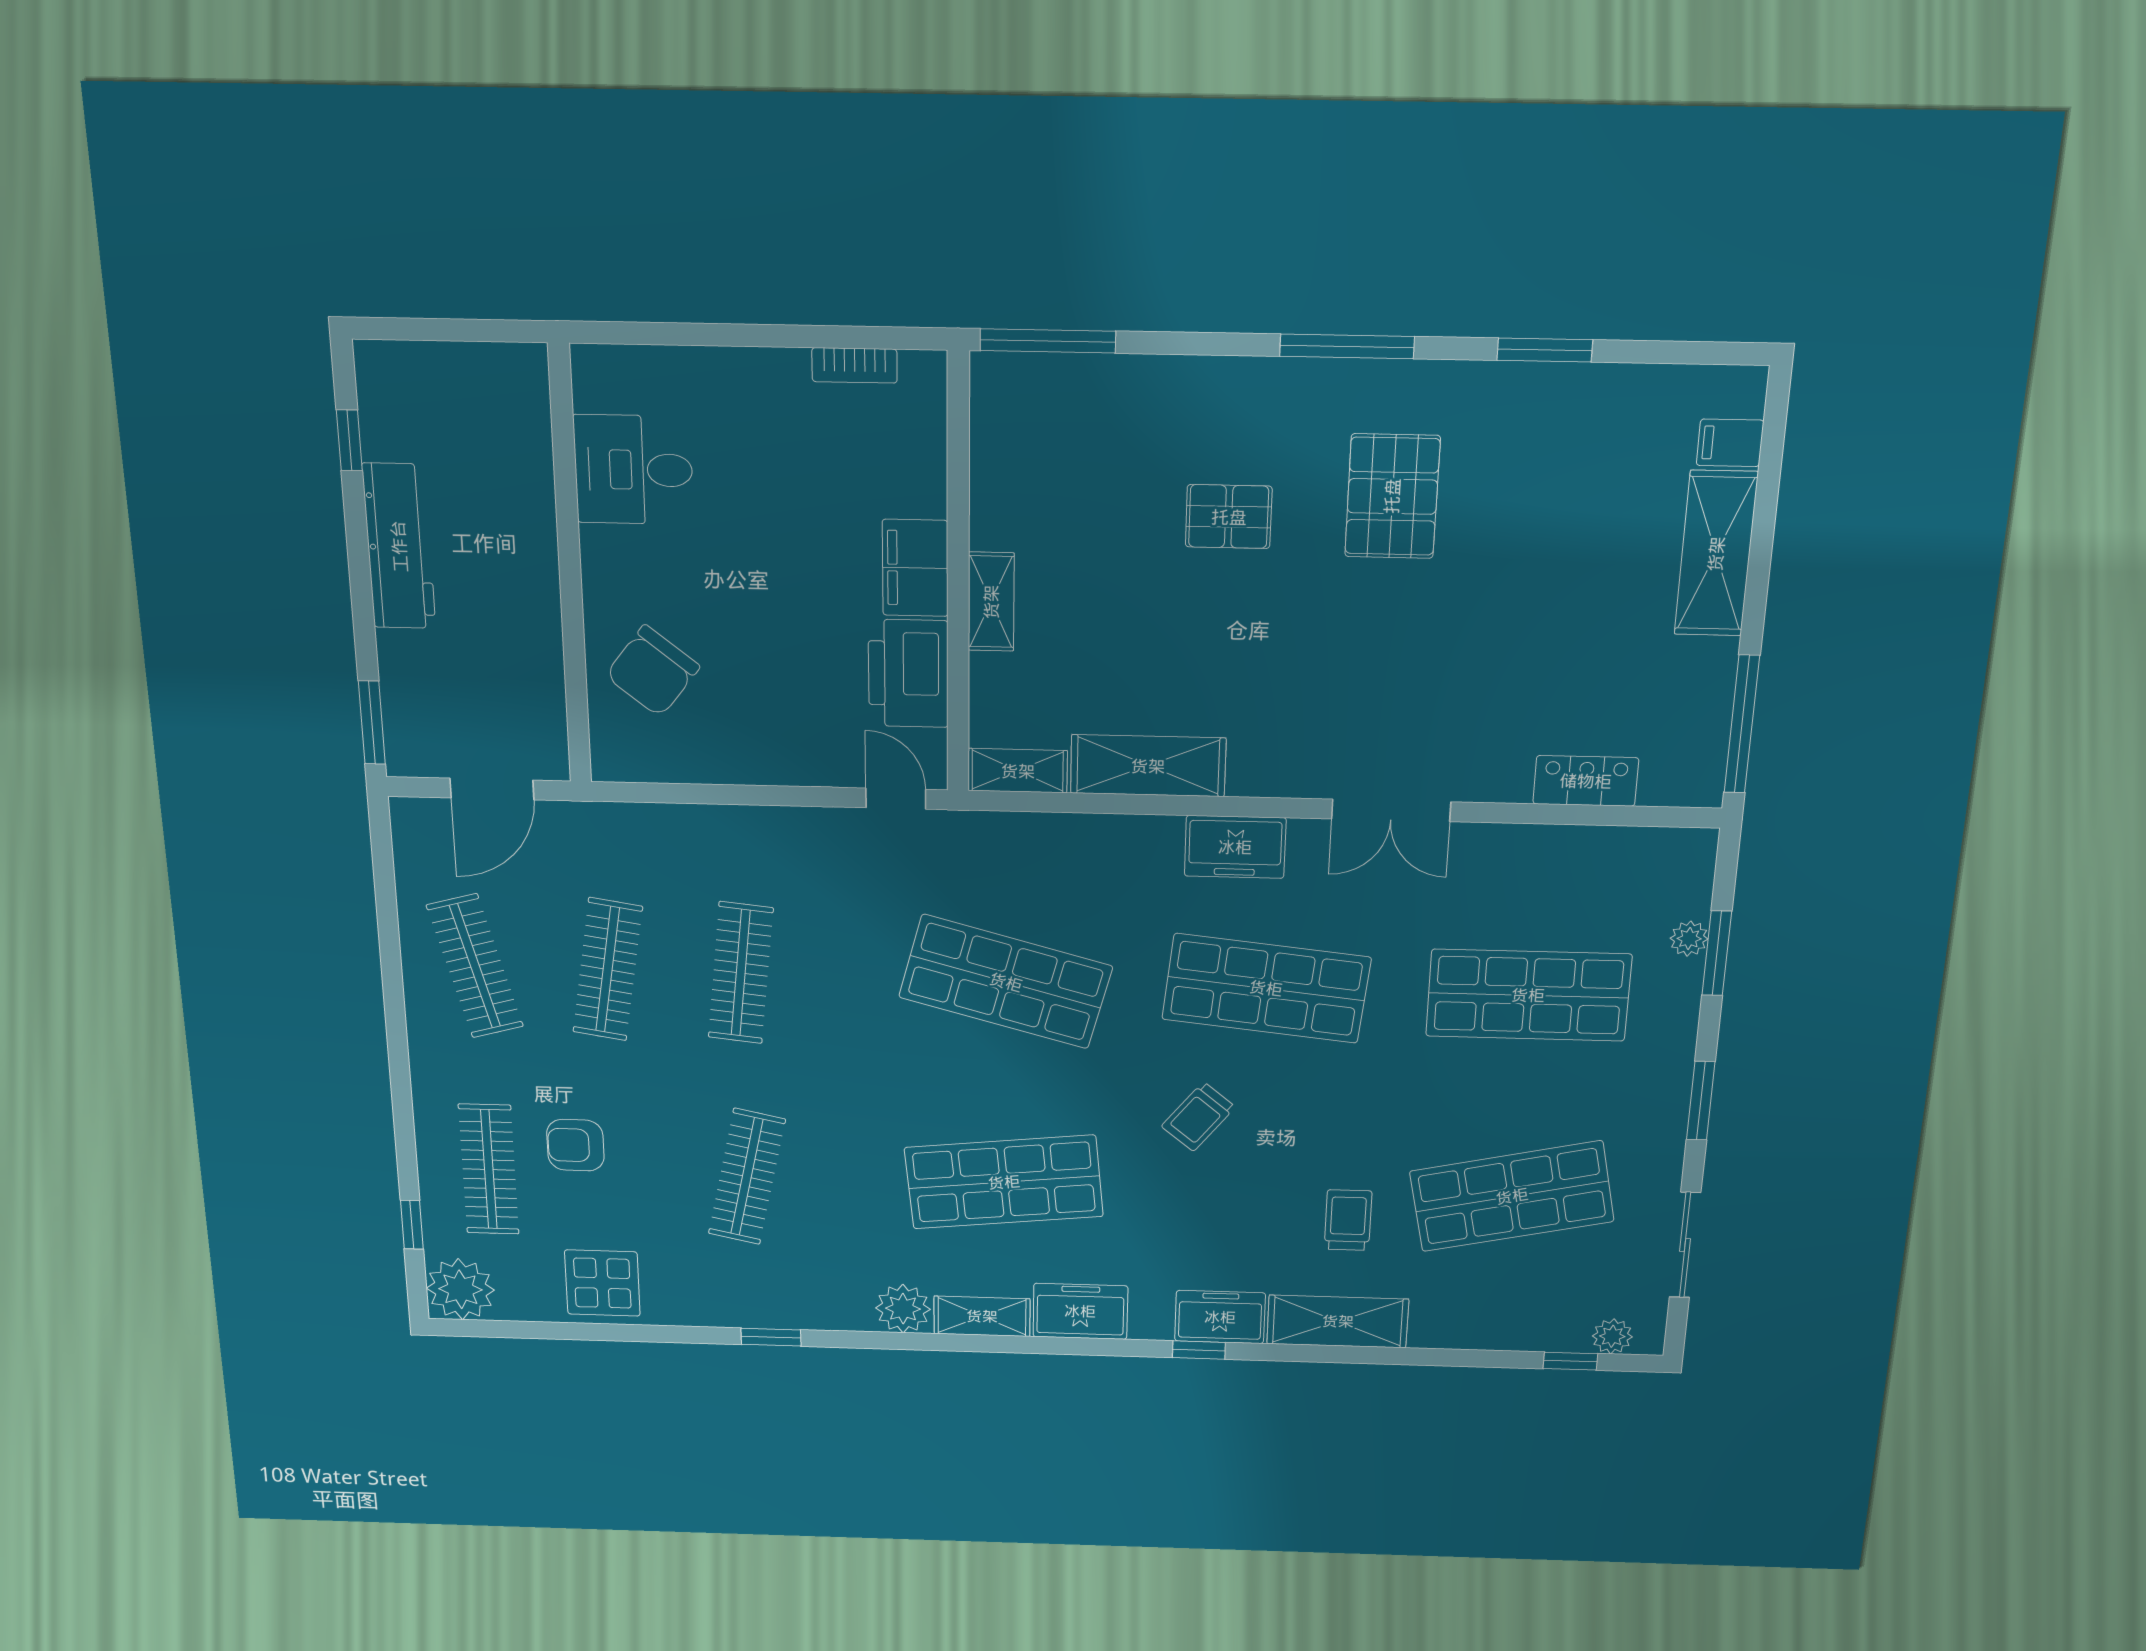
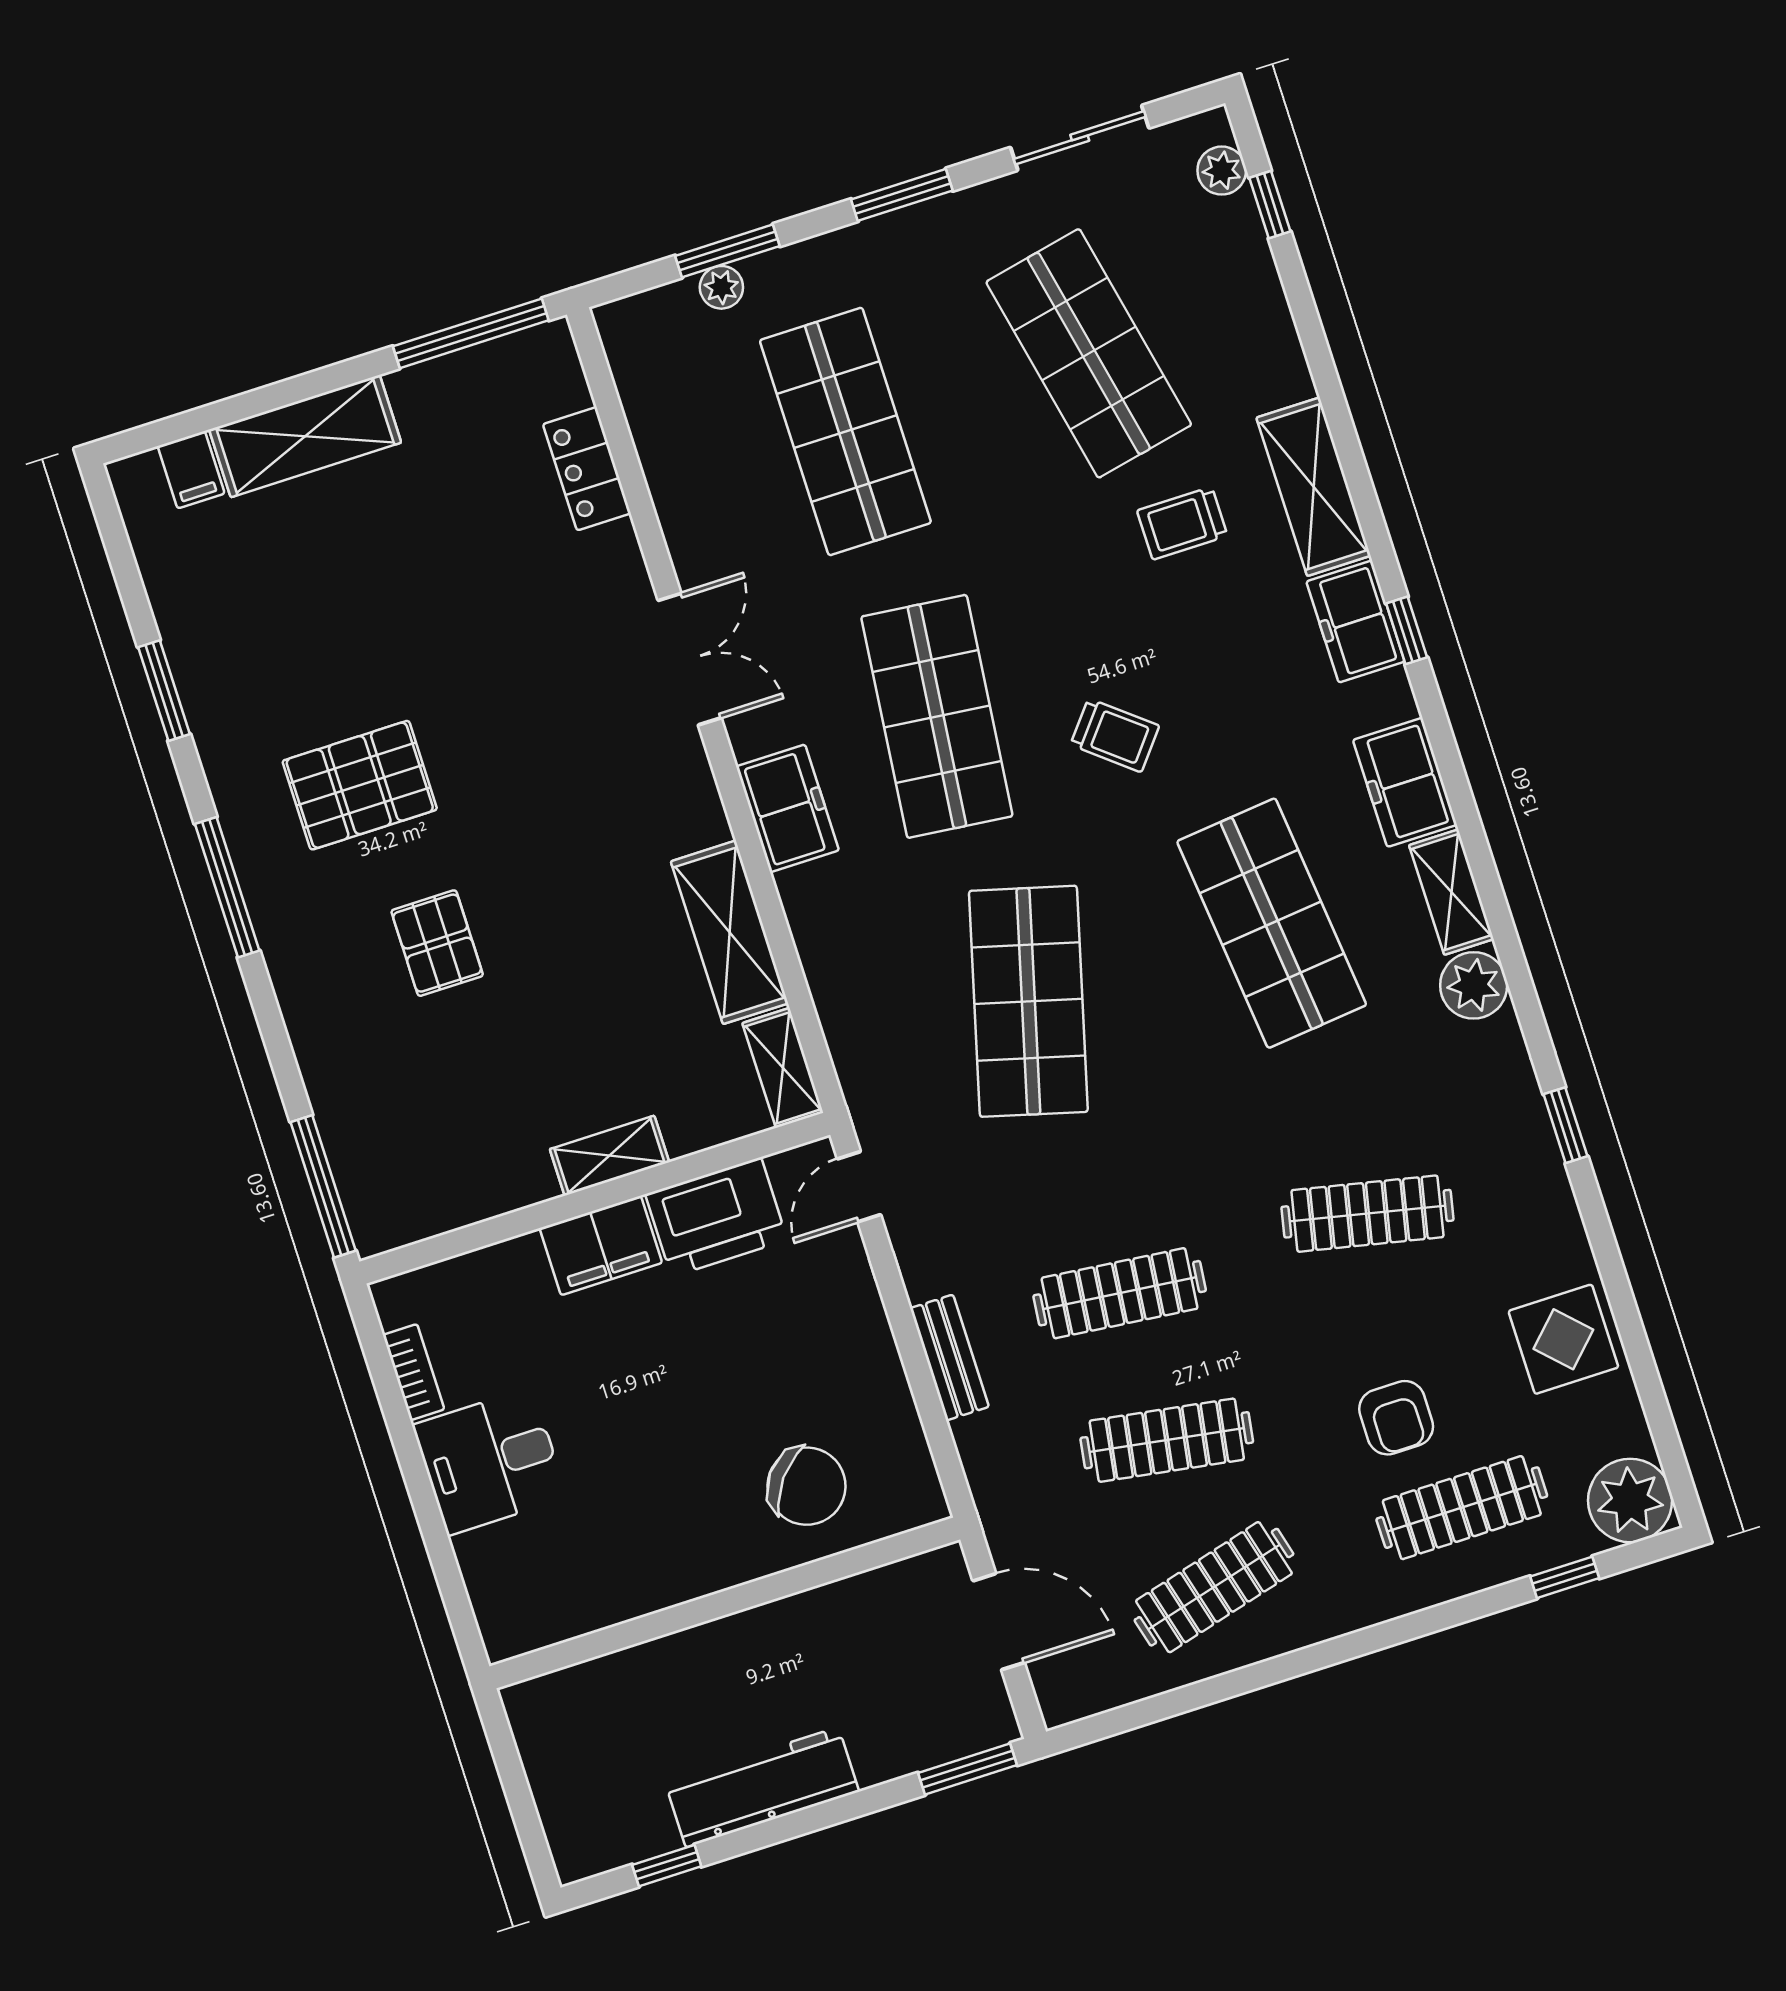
desk: (634, 470) -> (490, 1461), moved, turned 90
bench: (728, 823) -> (949, 1358), added

